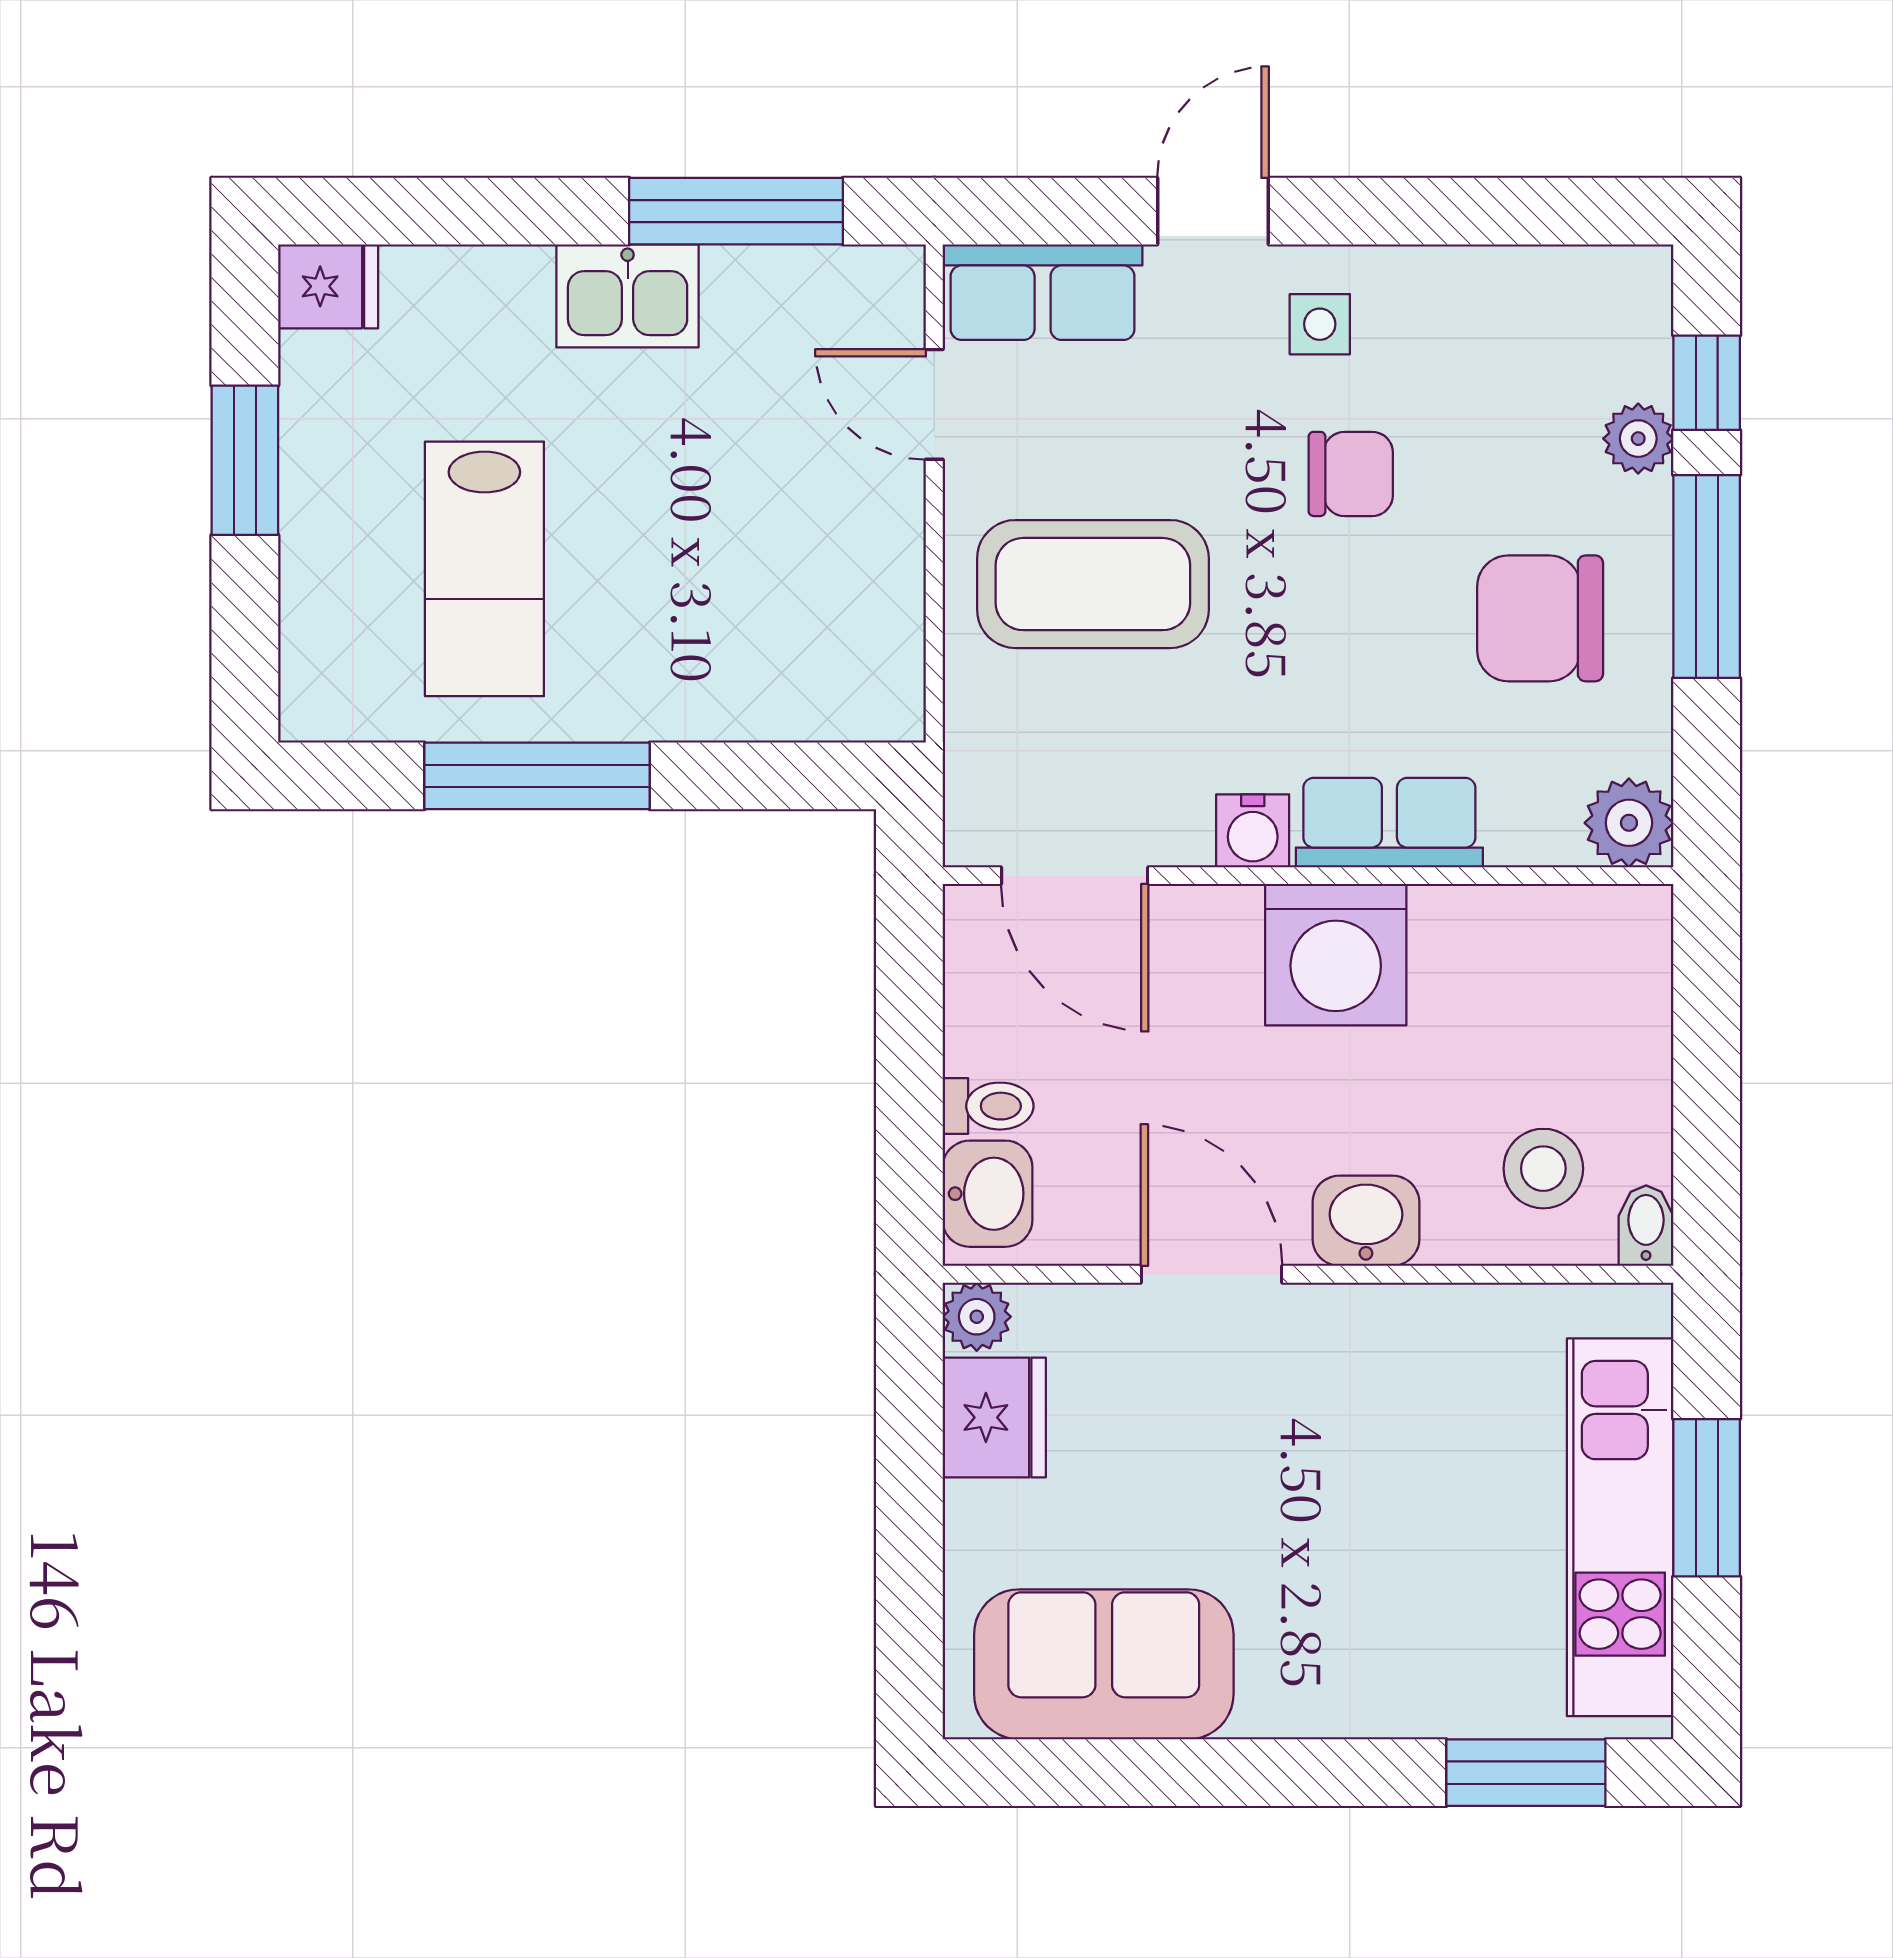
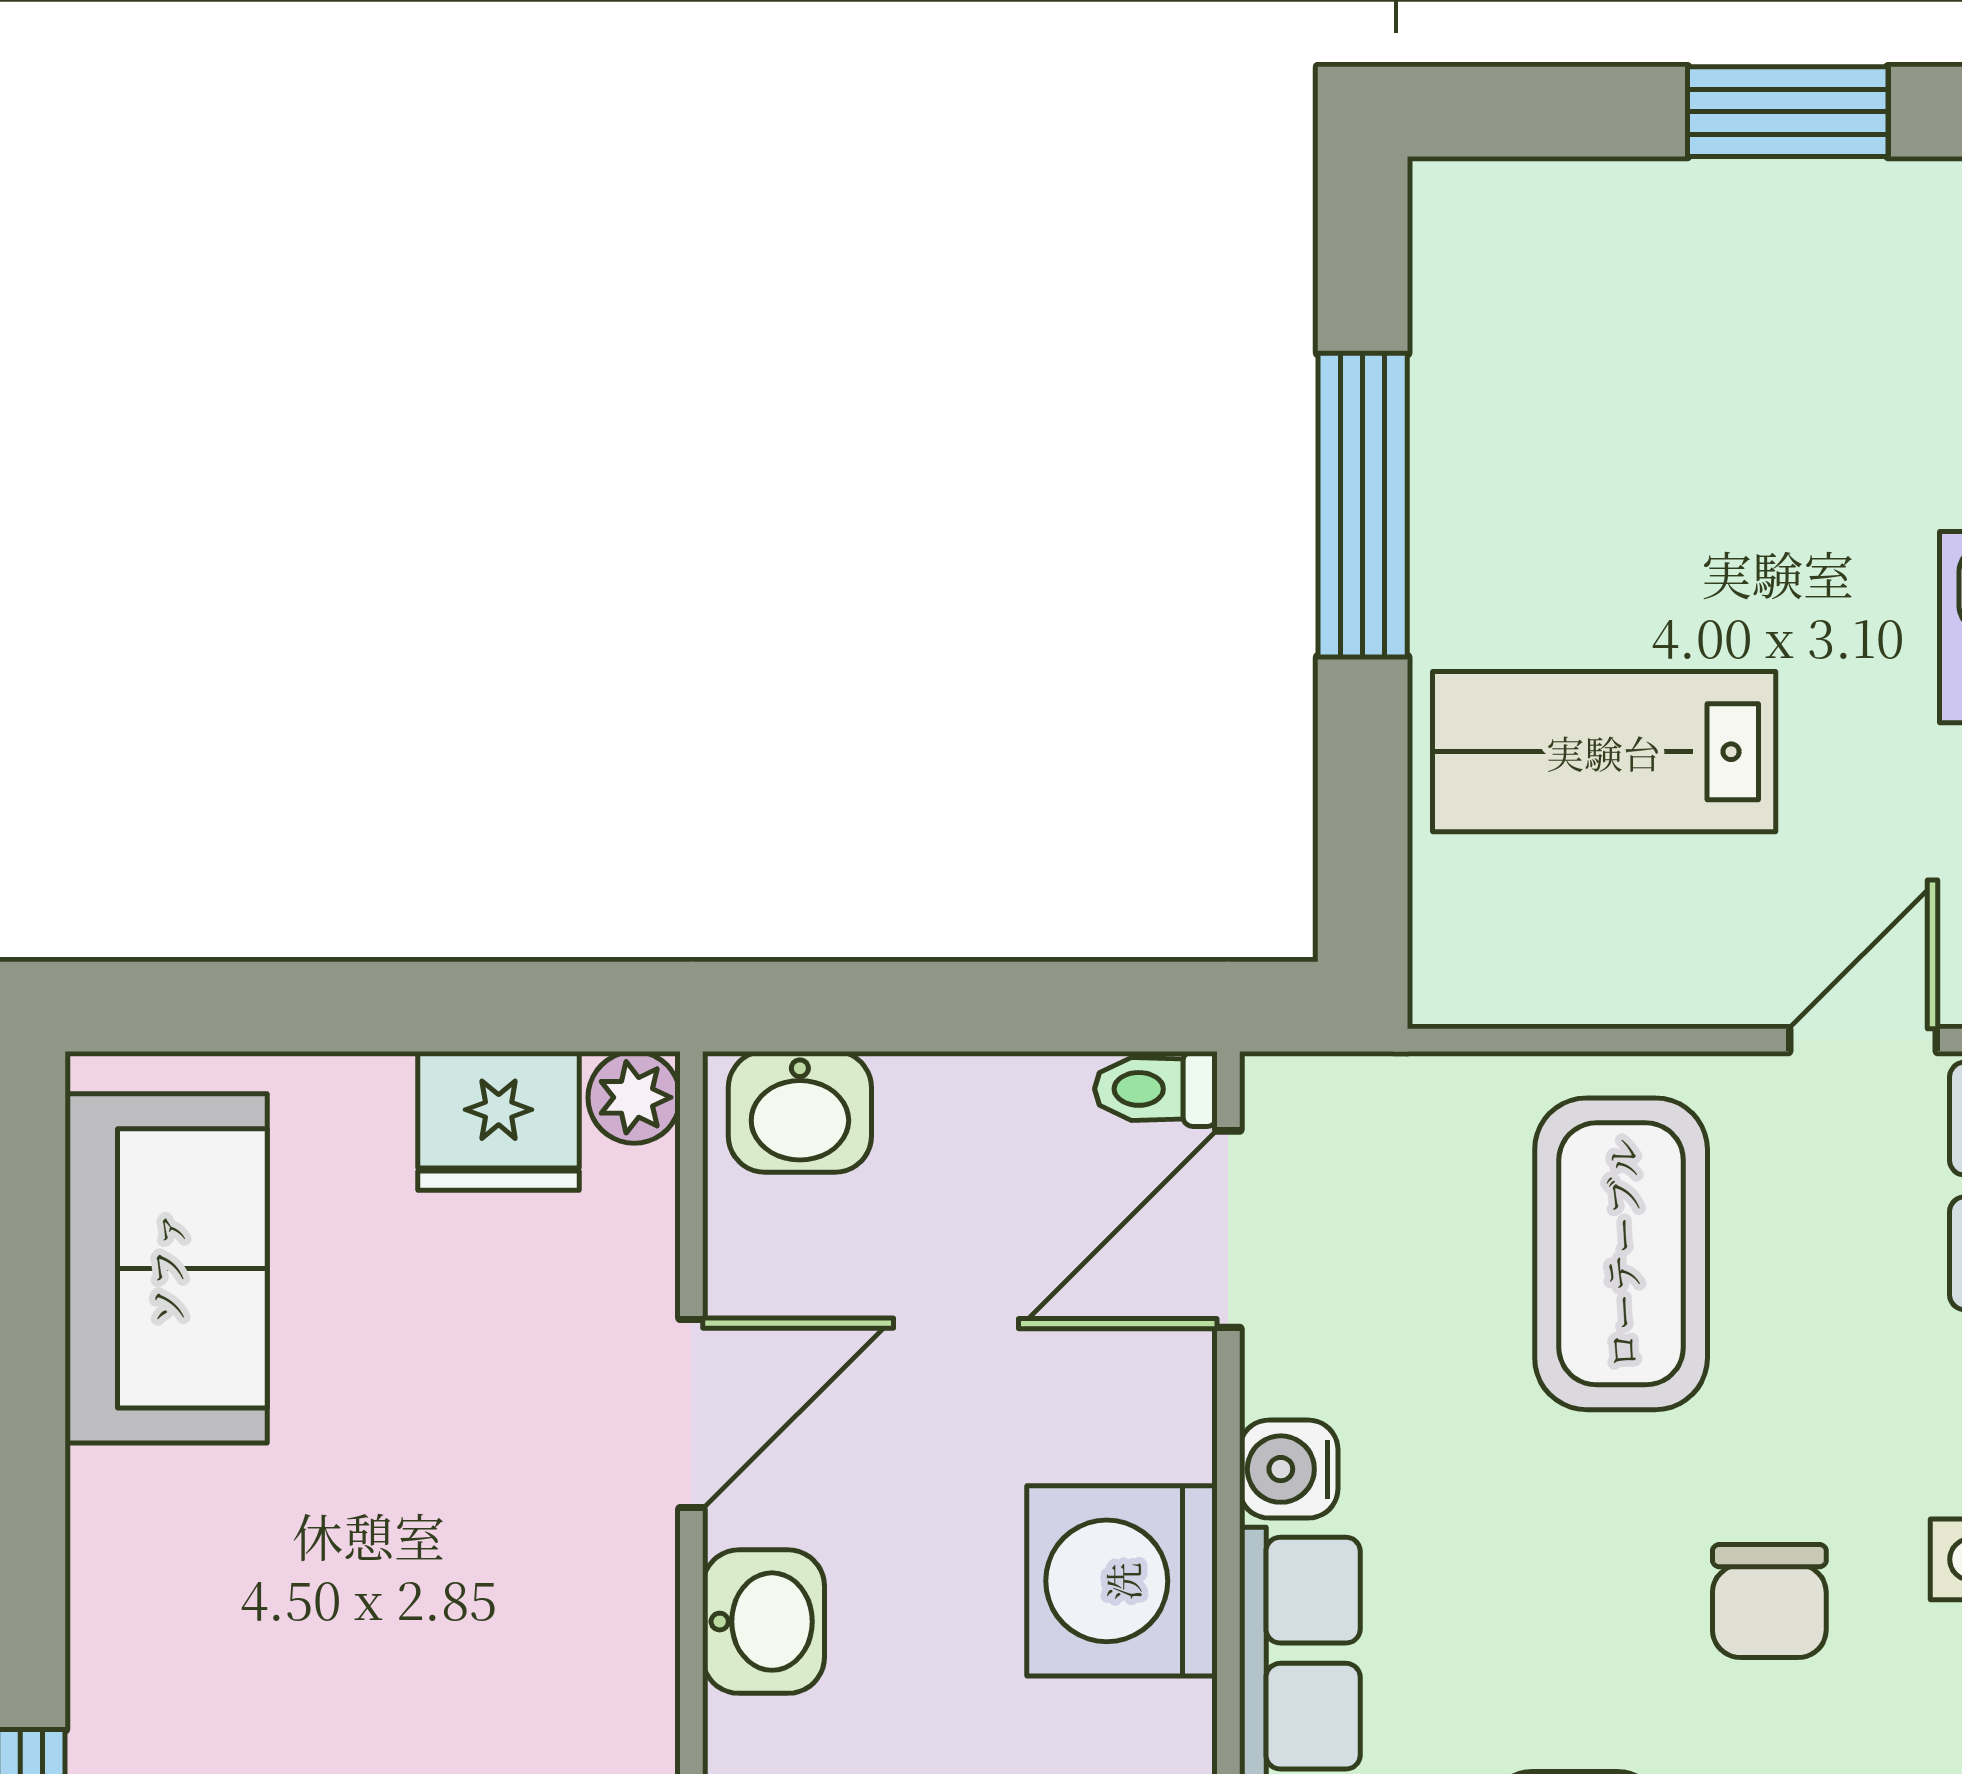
lab bench: (484, 569) -> (1604, 752), moved
toilet: (988, 1106) -> (1156, 1089), moved, turned 90

